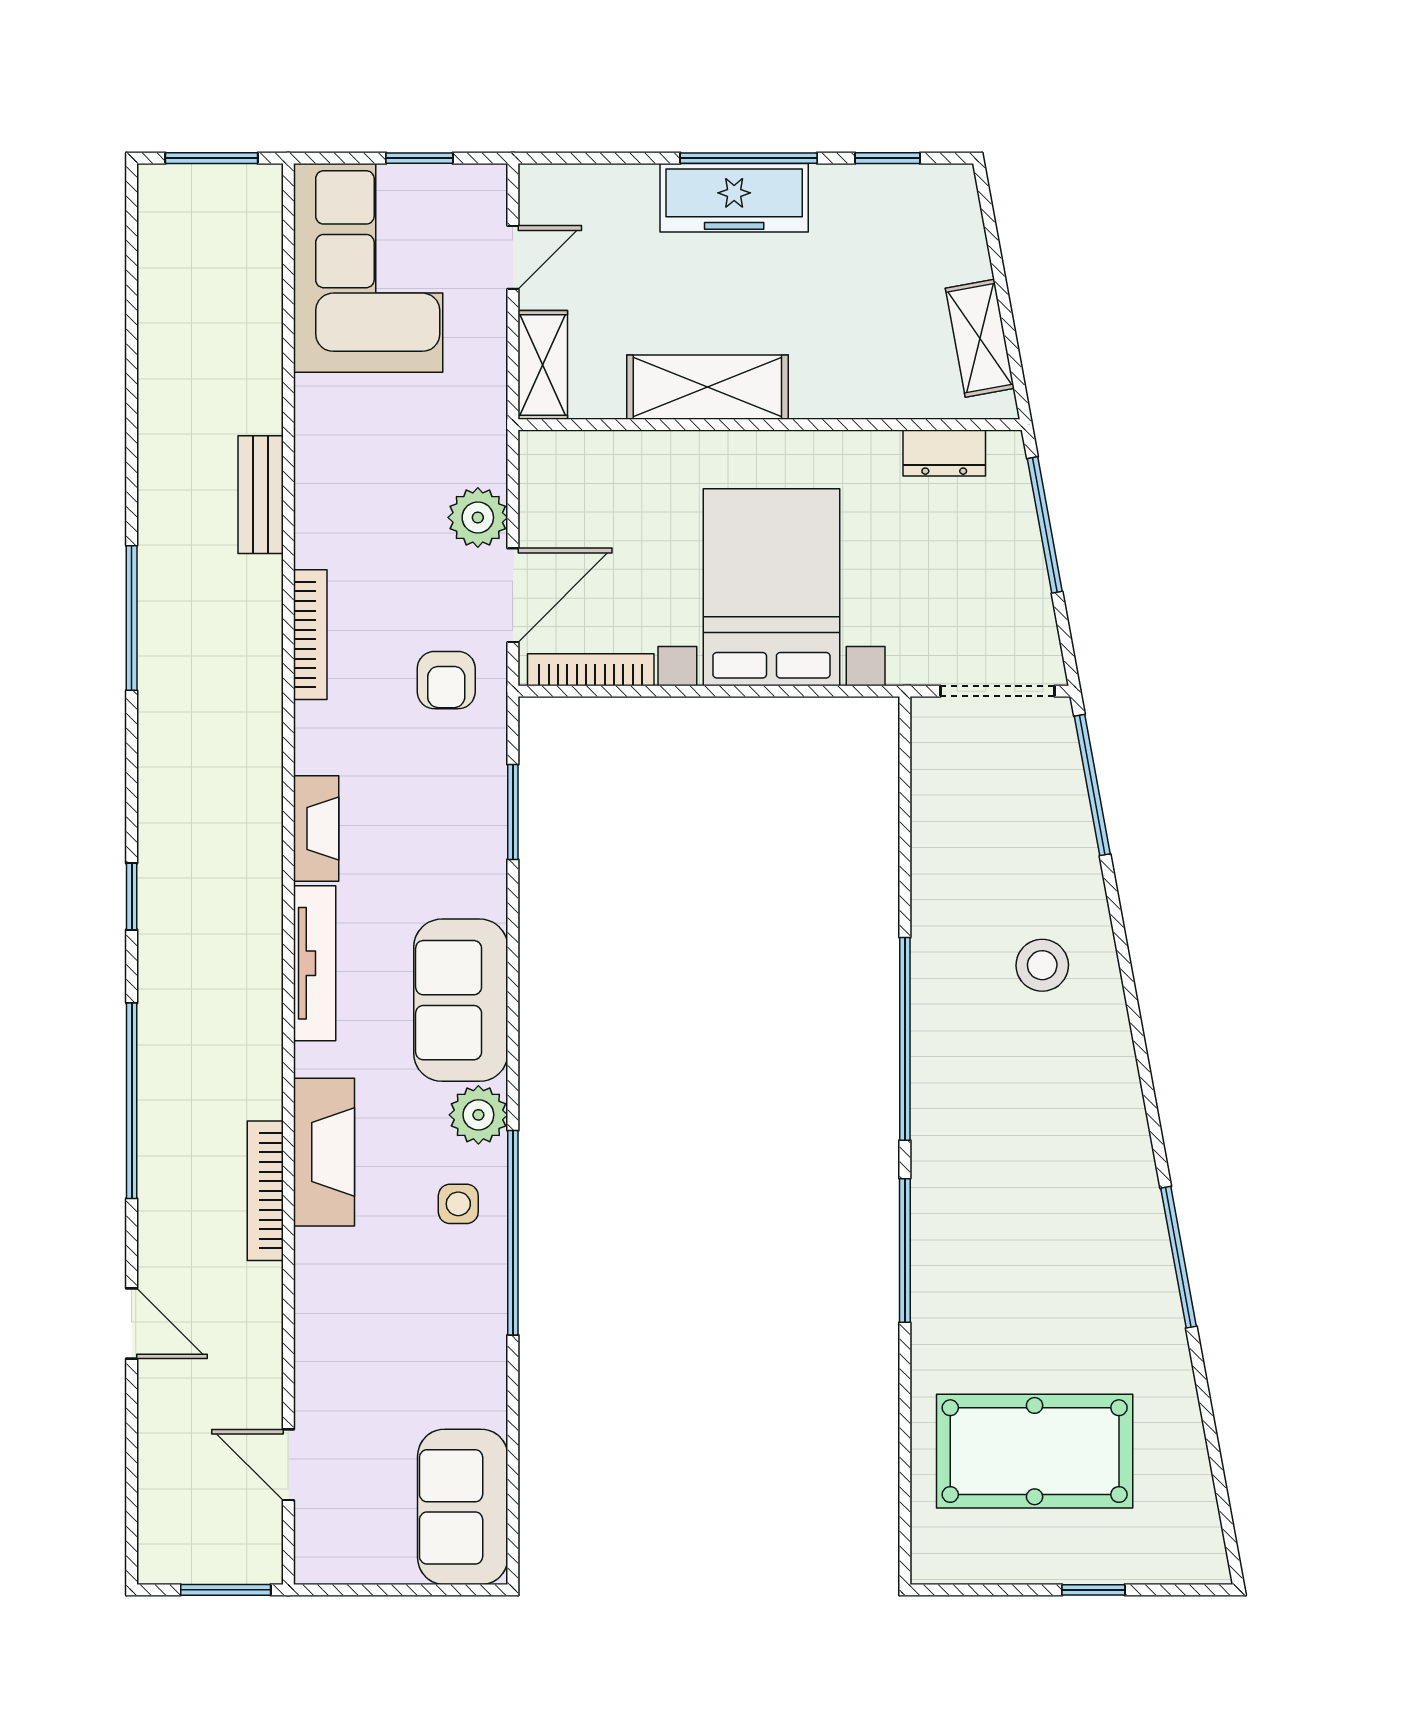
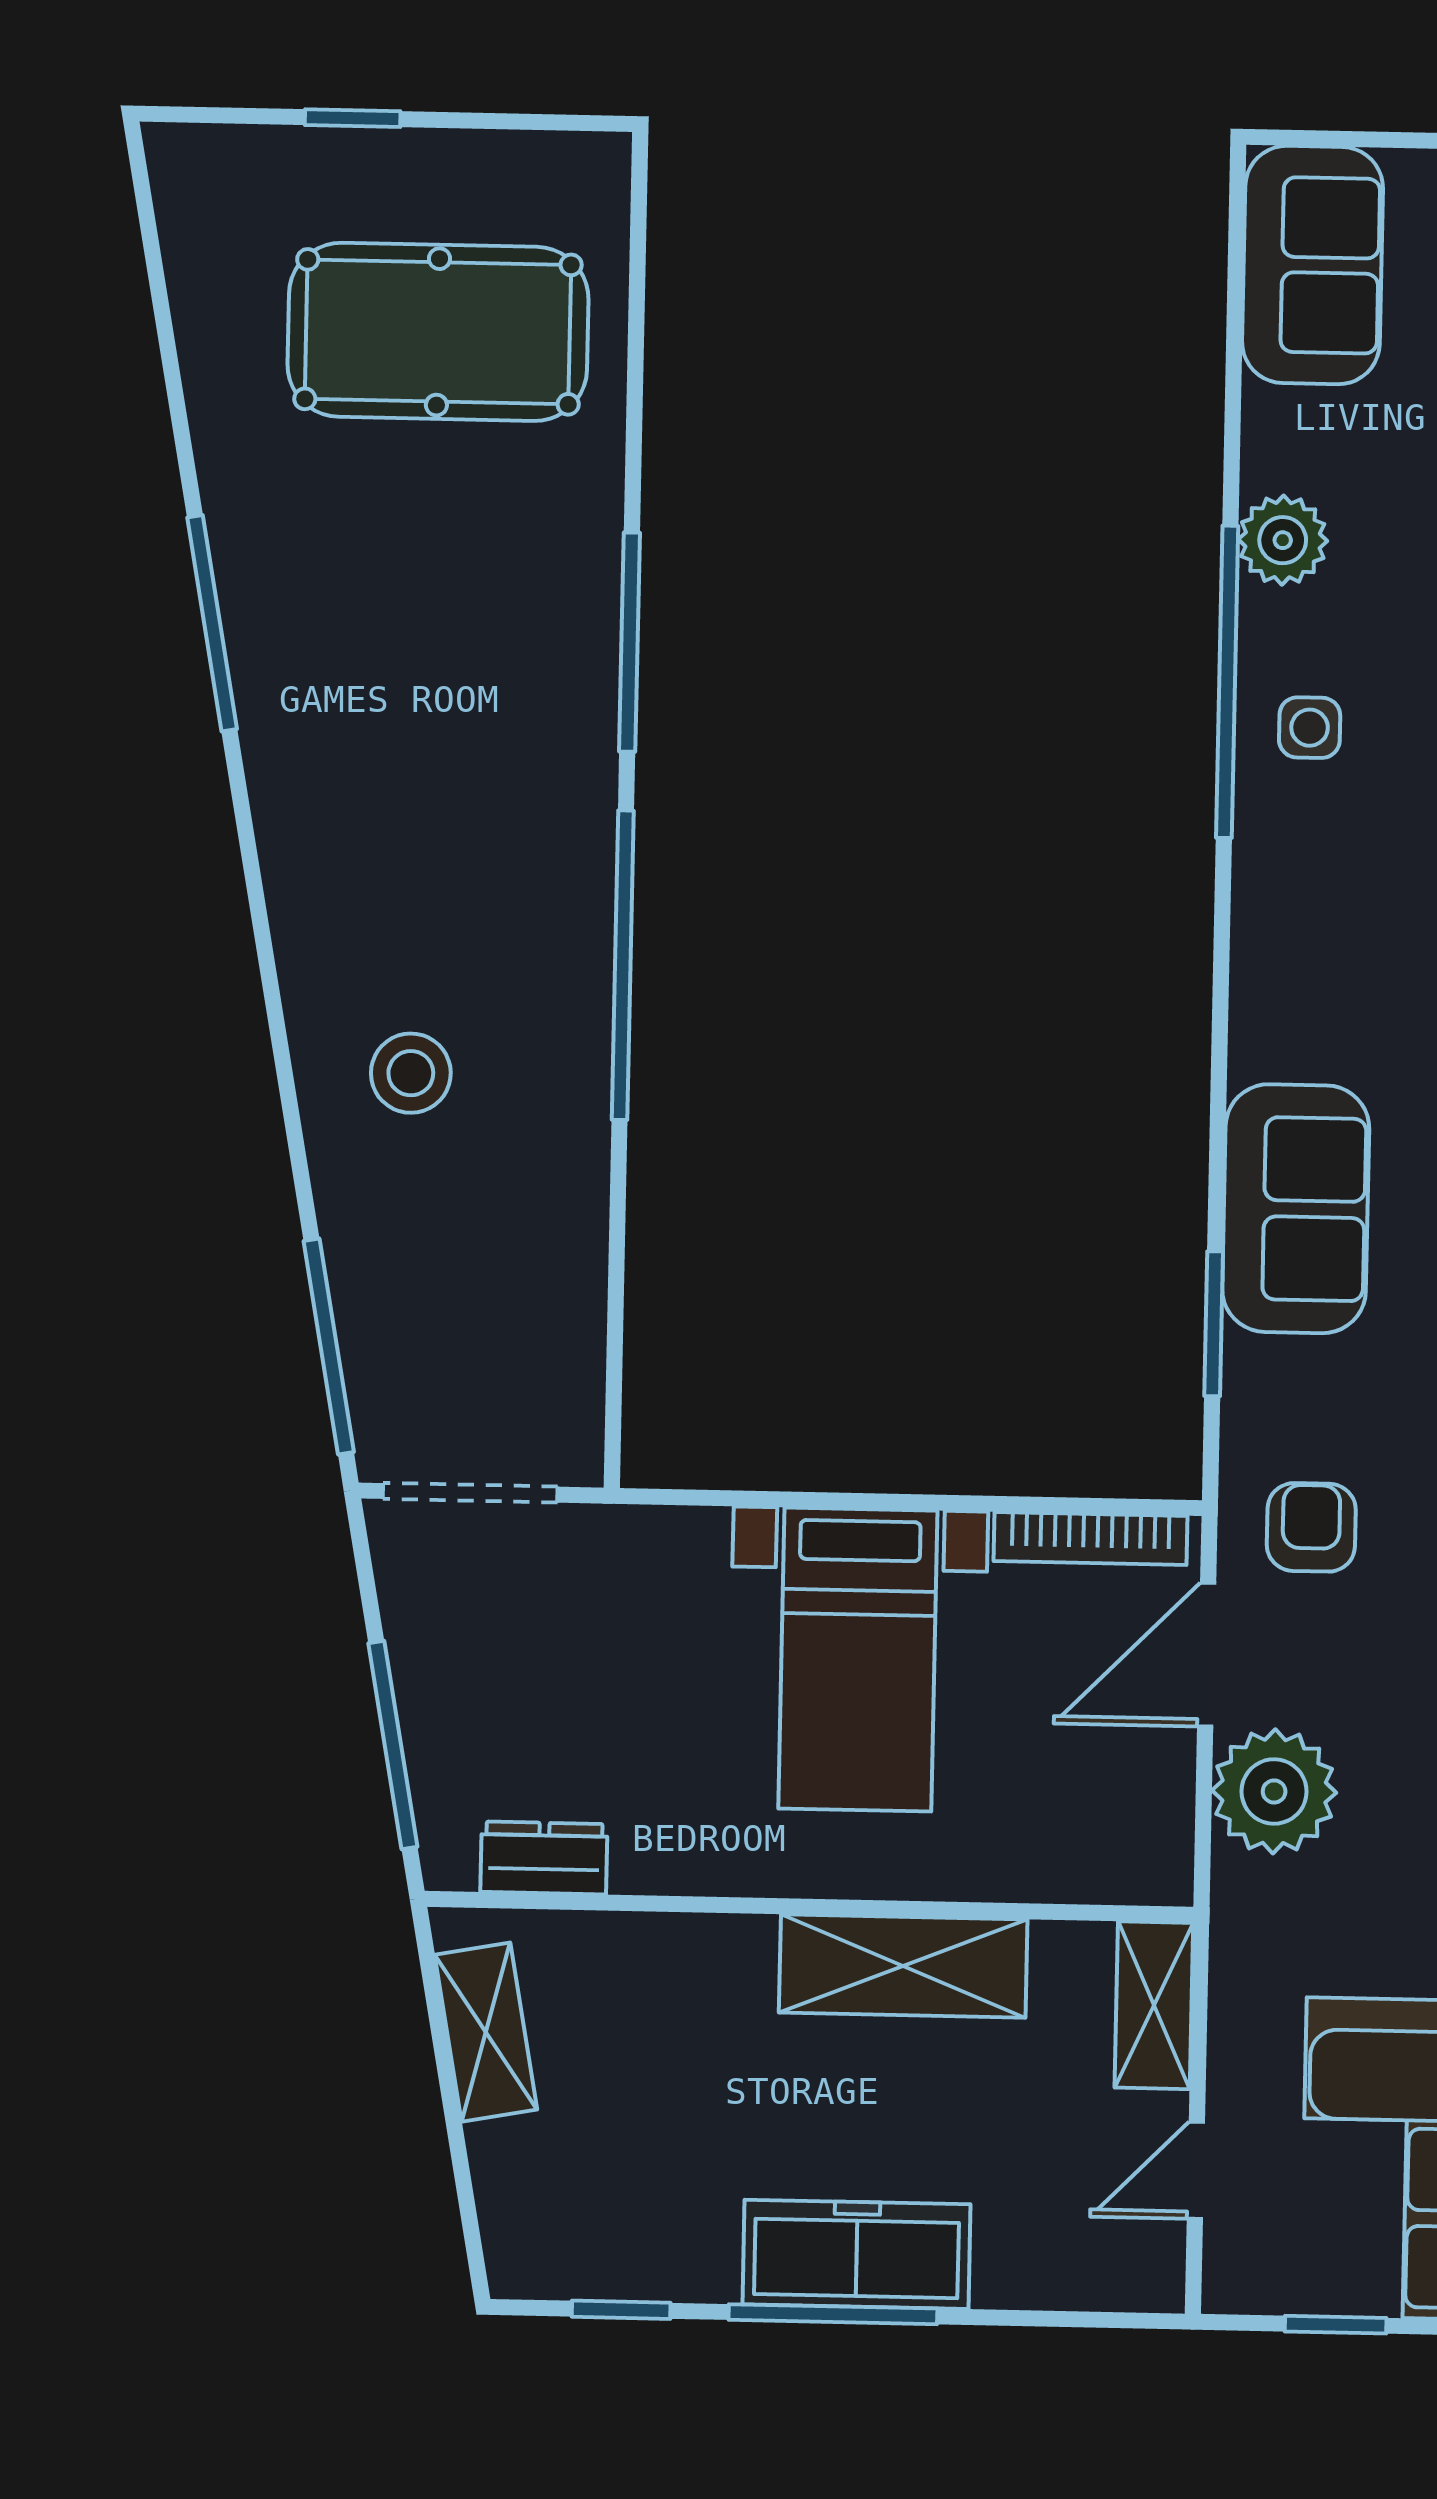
plant: (478, 517) -> (1274, 1791), width x1.36, depth x1.36
bed with nightstands: (771, 587) -> (858, 1660), width x0.73
sofa: (461, 1000) -> (1296, 1209), moved
plant: (478, 1115) -> (1283, 540), moved

